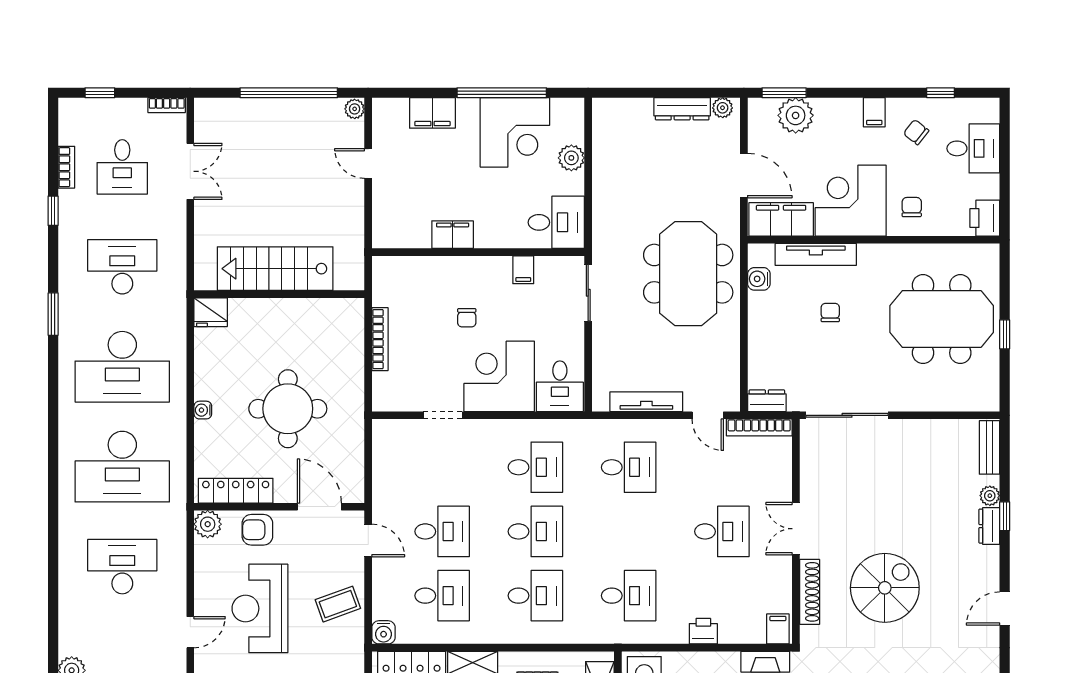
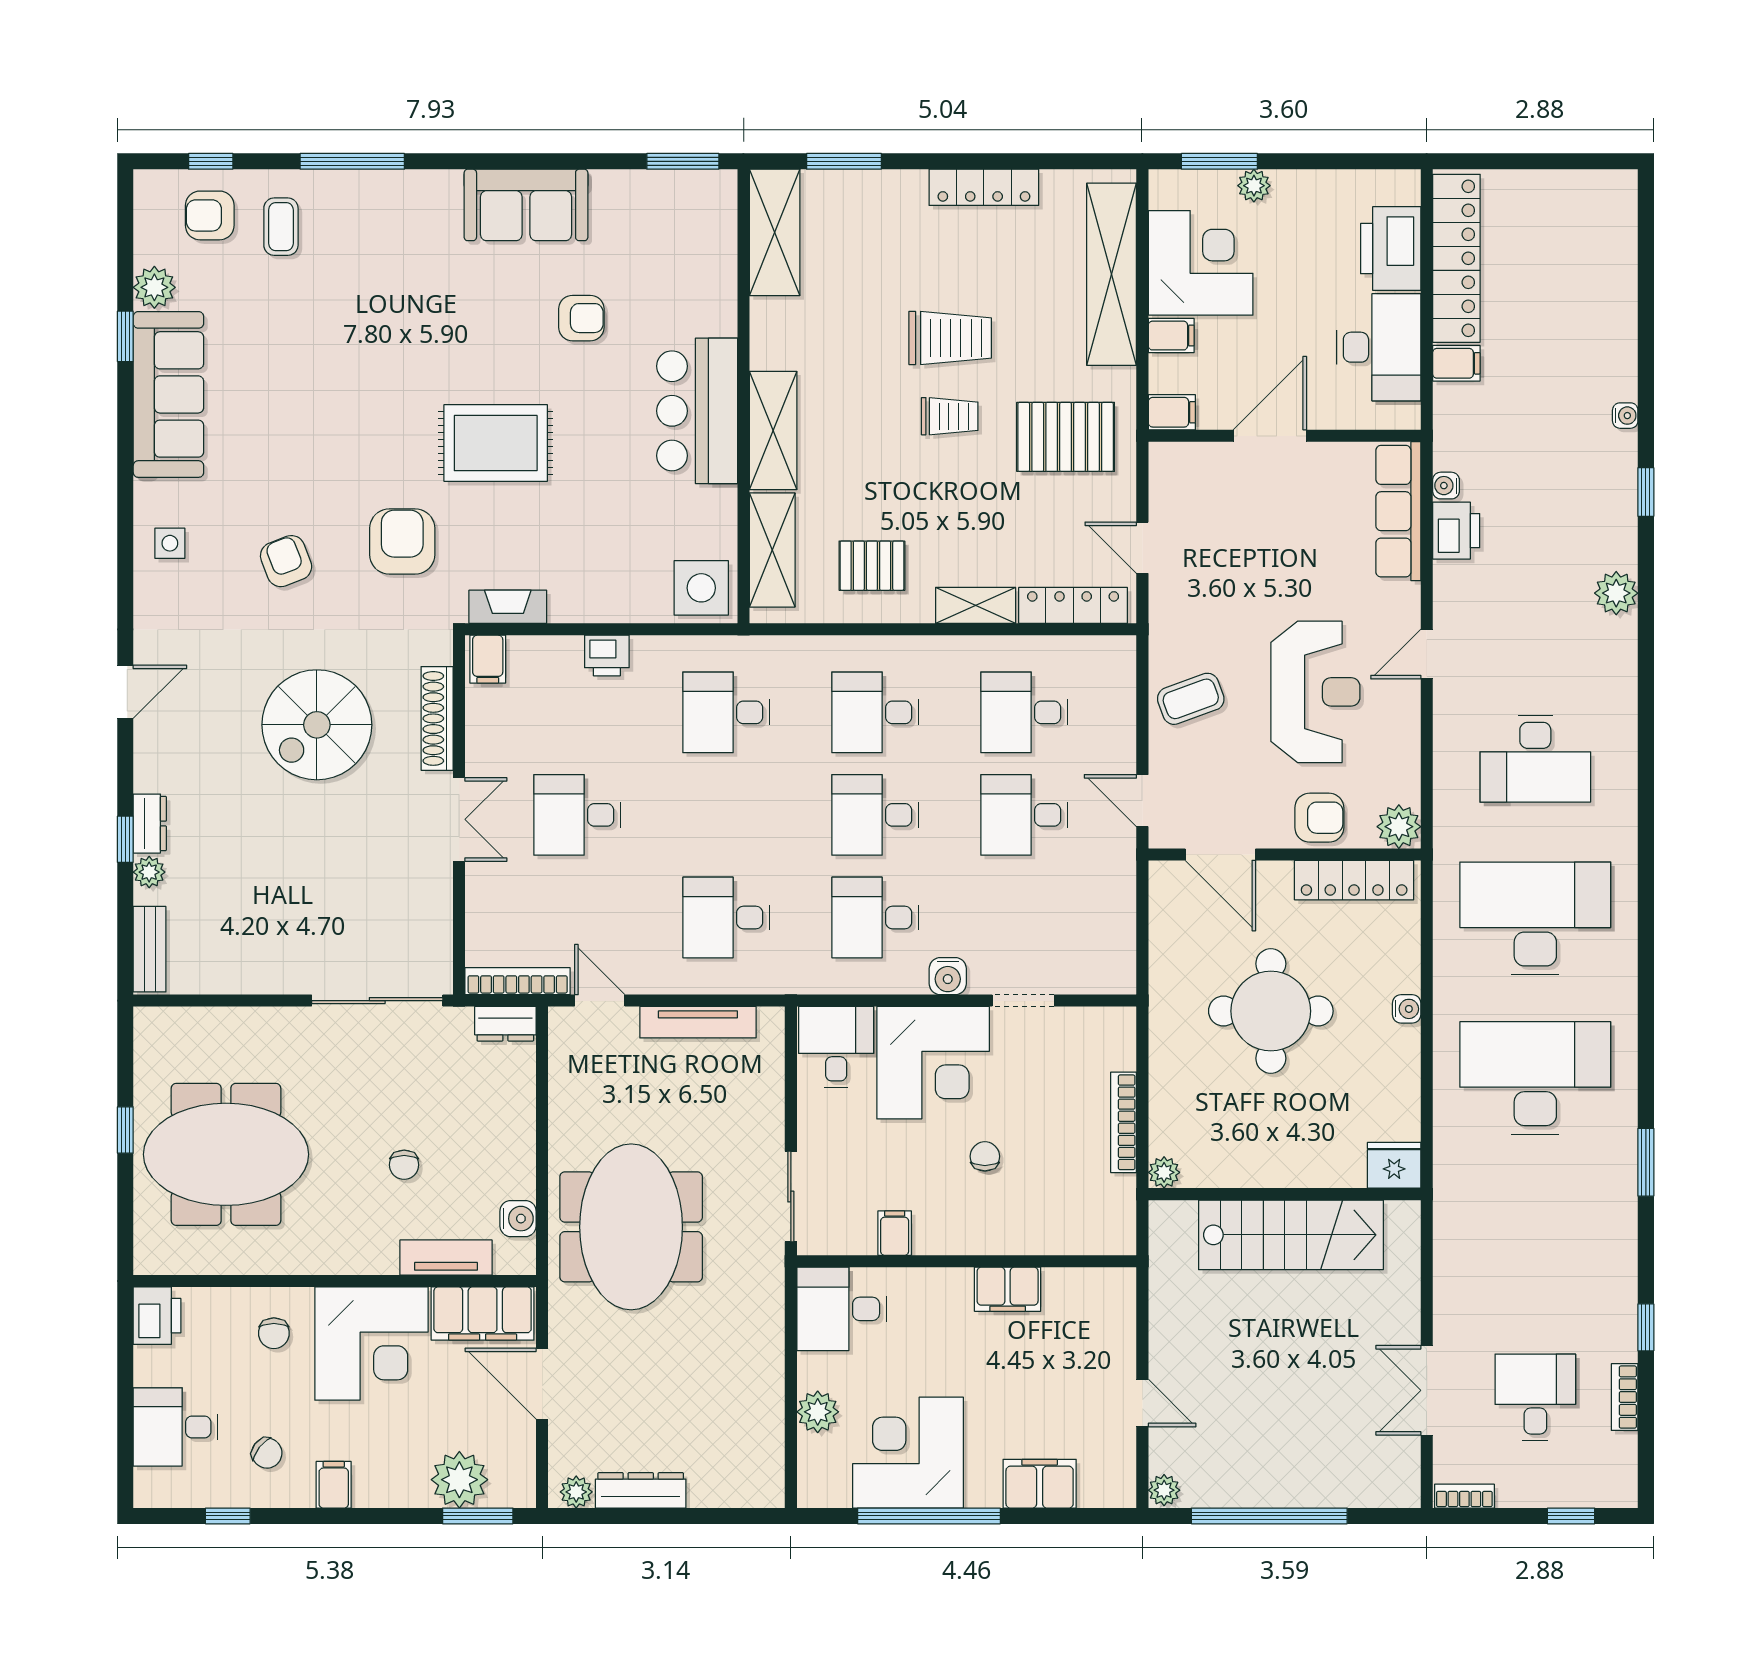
tv unit: (816, 254) -> (446, 1257), width x0.71
desk: (122, 267) -> (1535, 1238), removed
plant: (355, 308) -> (1164, 1172), added
water cooler: (384, 632) -> (948, 976), moved, turned 180

